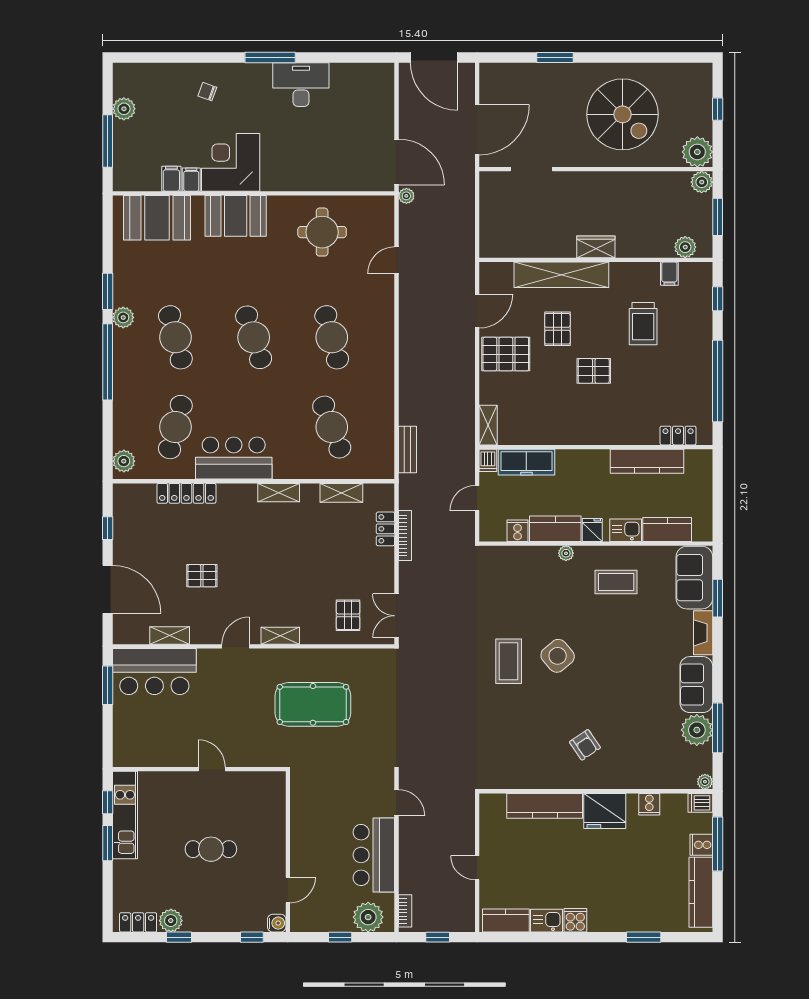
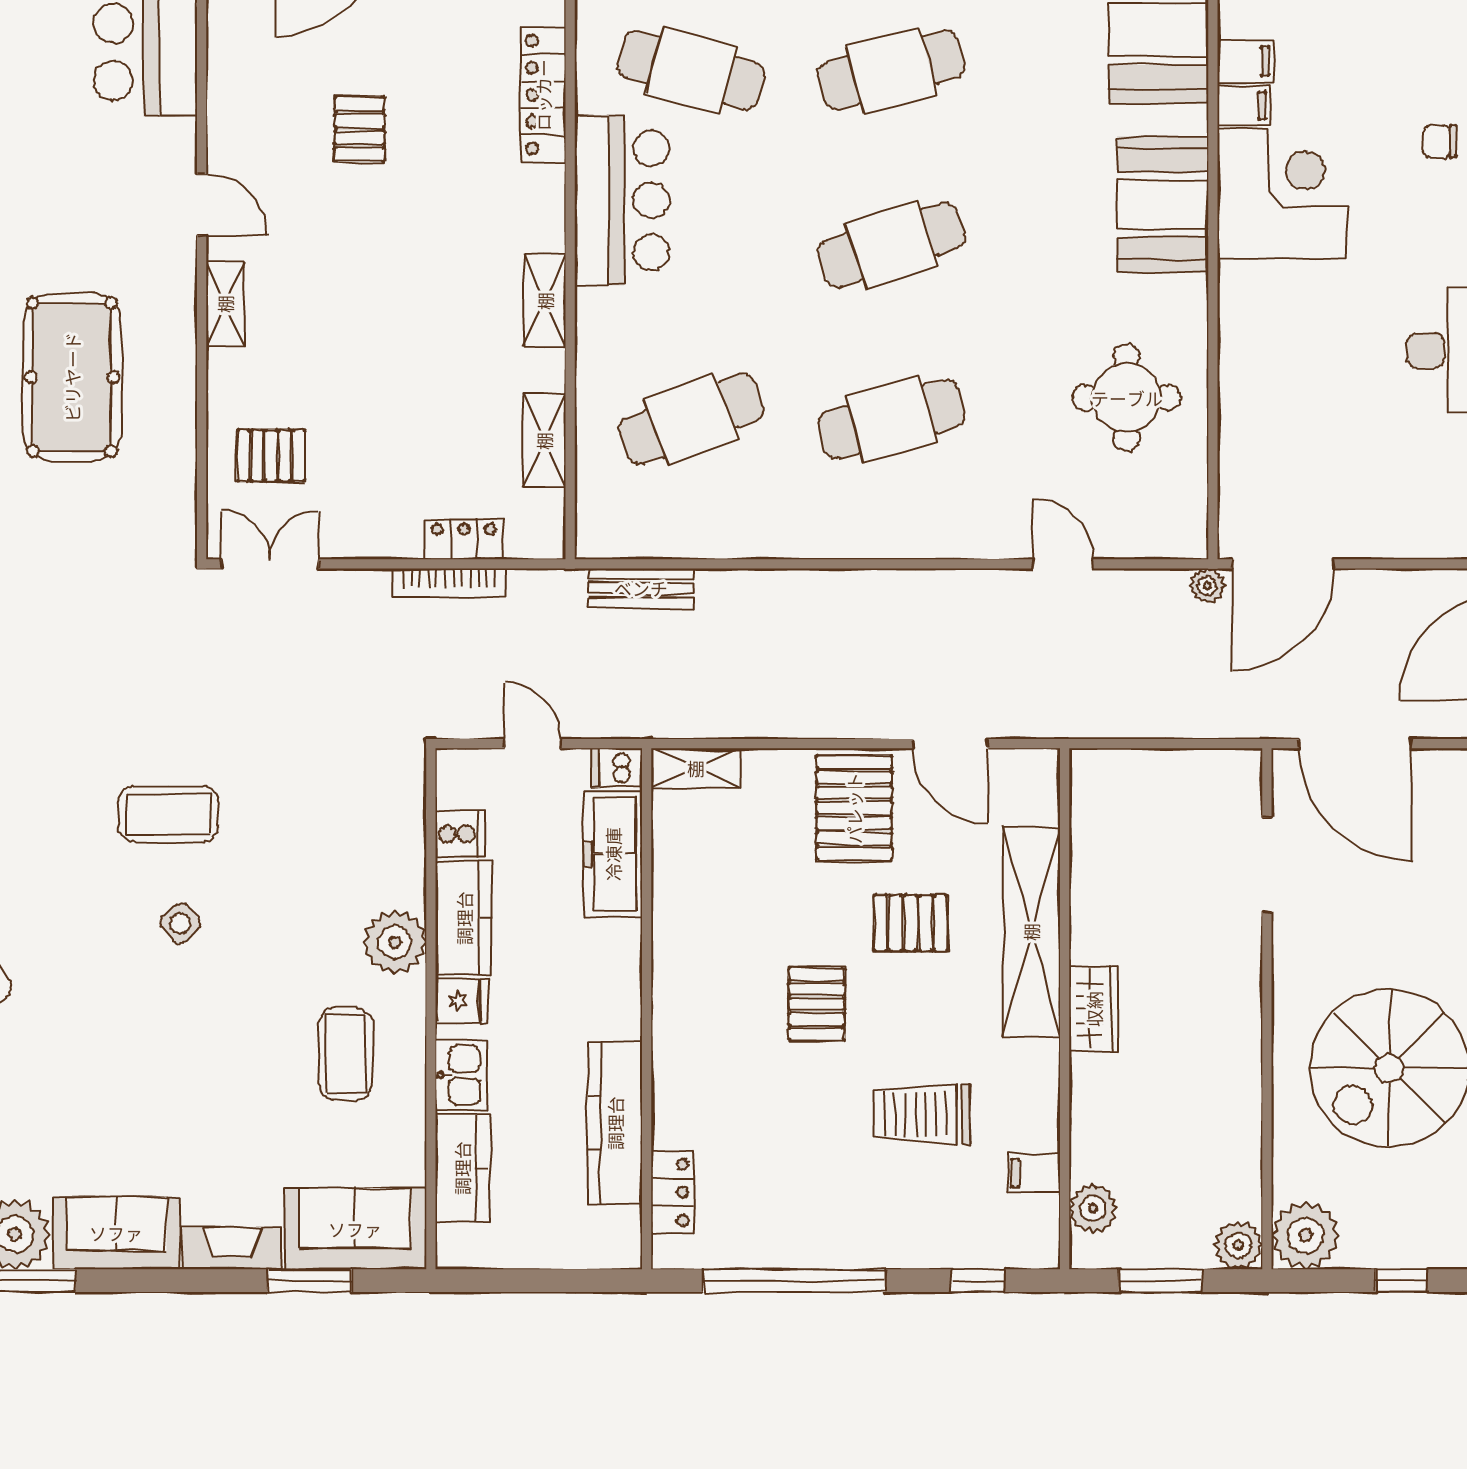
chair: (207, 92) -> (1440, 141), turned -110
plant: (566, 553) -> (395, 942), width x1.88, depth x1.88
shelving: (170, 635) -> (226, 57), removed
side table: (558, 656) -> (180, 923), width x0.54, depth x0.54

